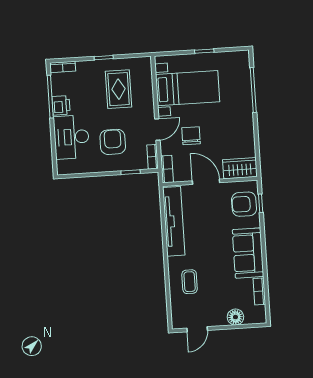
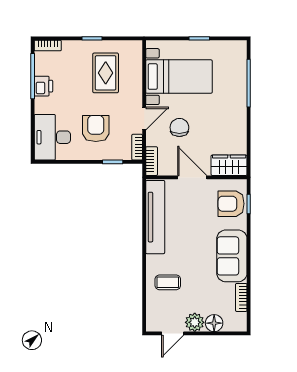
desk: (71, 137) -> (52, 137), moved
coffee table: (190, 282) -> (168, 282), turned 90
plant: (217, 317) -> (195, 322), added

